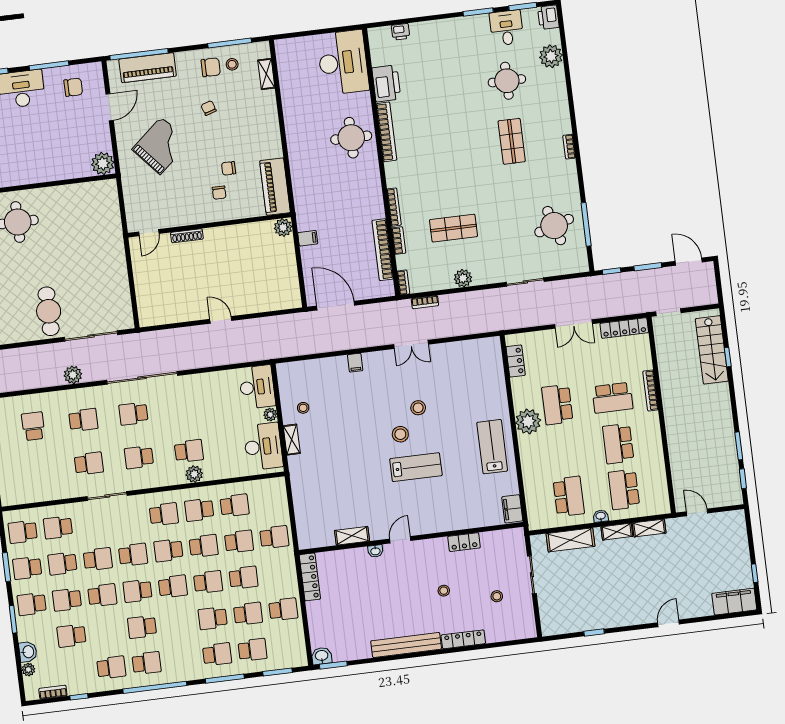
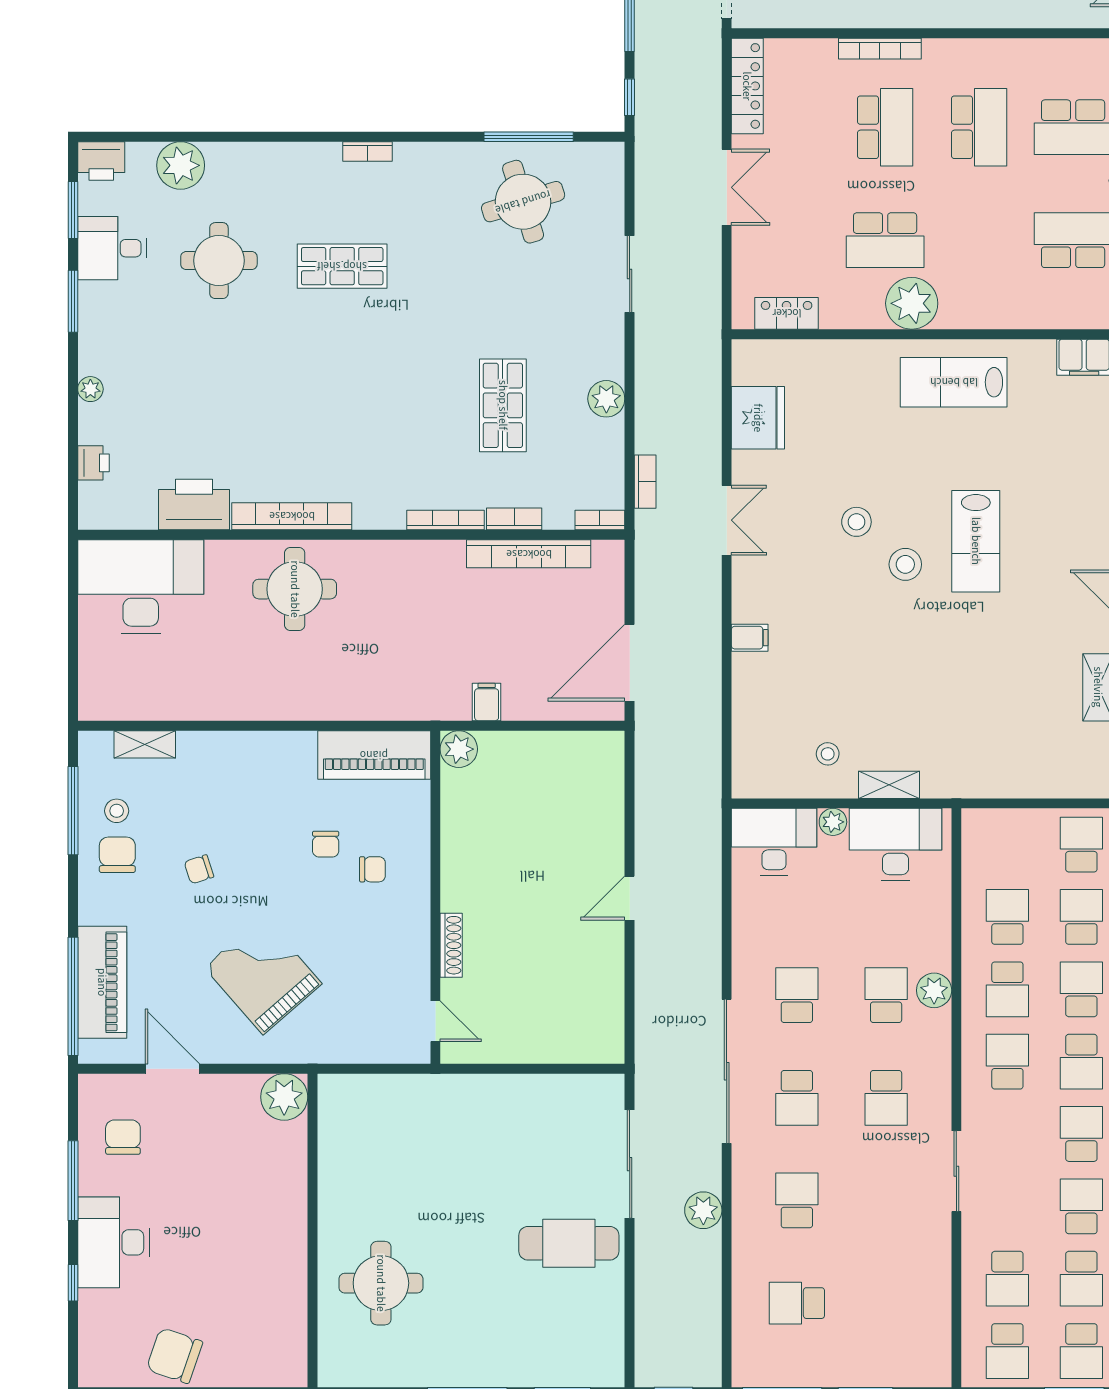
plant: (436, 26) -> (90, 389), added
fridge: (463, 353) -> (758, 418), added
school desk: (618, 444) -> (979, 127), turned -90
school desk: (89, 463) -> (797, 995), moved
lab bench: (416, 467) -> (976, 541), turned 180

